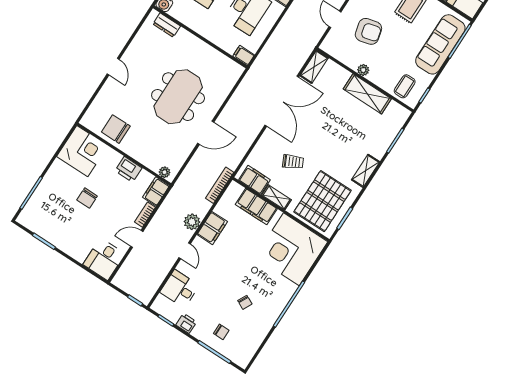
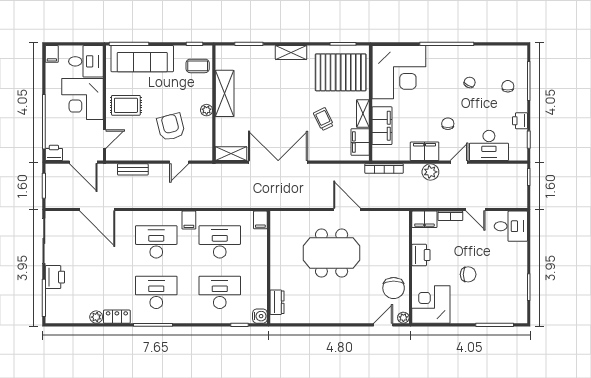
door: (113, 67) -> (383, 325), moved
plant: (165, 172) -> (403, 318), moved
chair: (223, 262) -> (448, 124), added
desk: (180, 289) -> (489, 145), width x1.37

